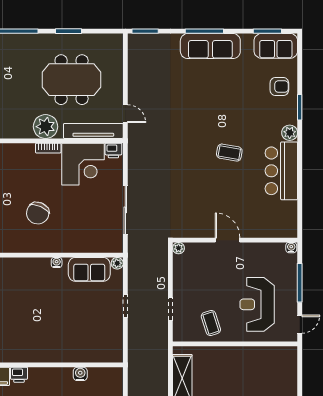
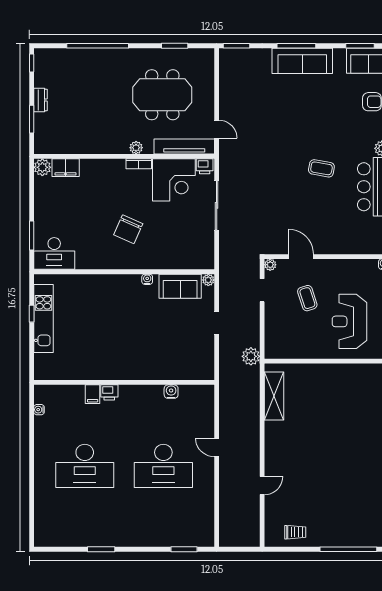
window: (69, 31) -> (175, 46), moved
plant: (46, 127) -> (136, 148), width x0.53, depth x0.53
sliding door: (125, 210) -> (217, 205), moved
door: (228, 240) -> (301, 257), moved
doorway: (170, 309) -> (262, 290), moved
coffee table: (211, 323) -> (307, 298), moved
plant: (159, 339) -> (251, 356), added

